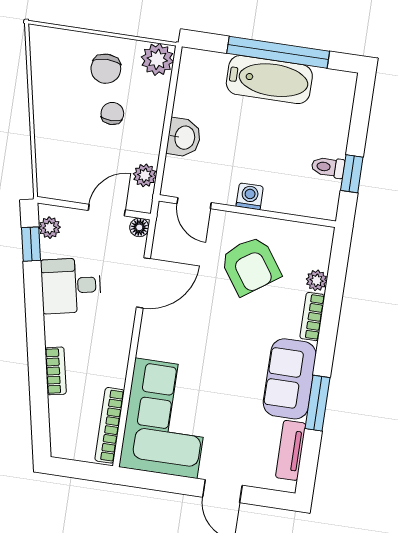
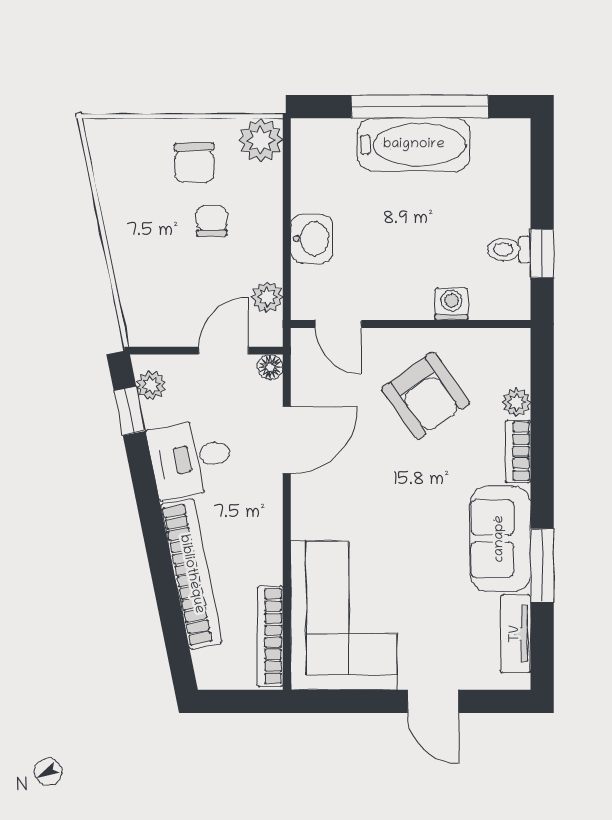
washing machine: (250, 196) -> (451, 304), moved
bookcase: (56, 371) -> (191, 574), width x2.31, depth x1.31

